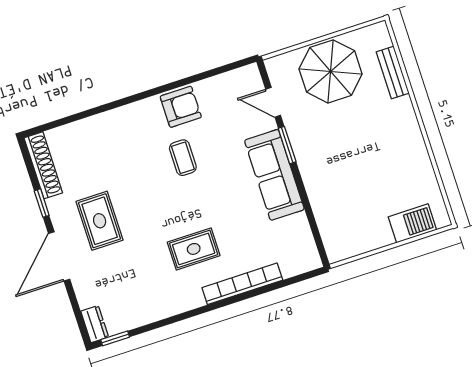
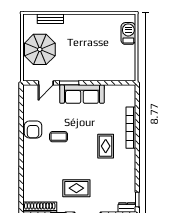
armchair: (181, 107) -> (33, 130), turned 180

